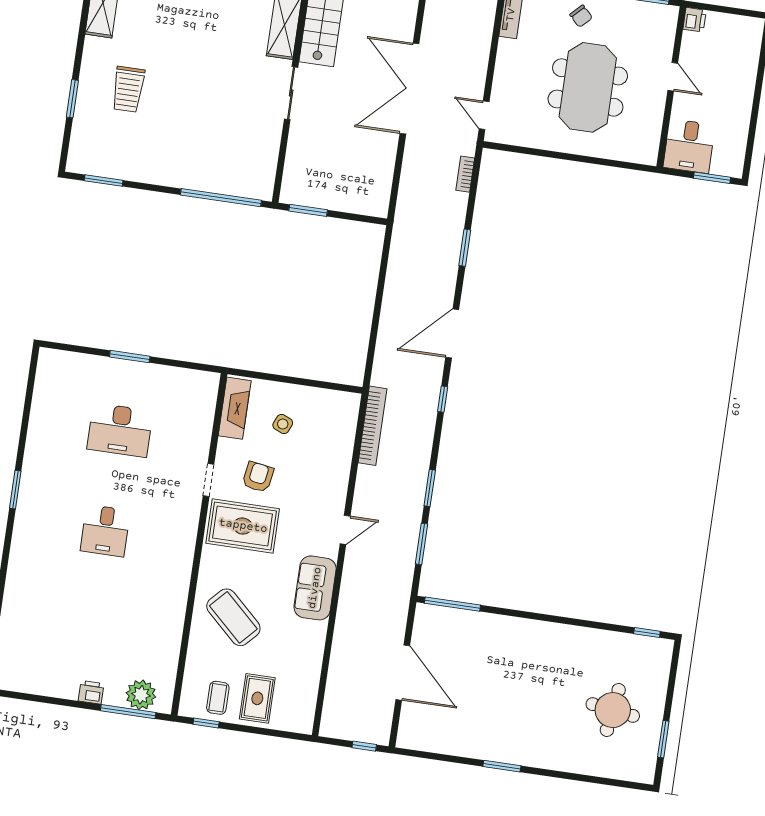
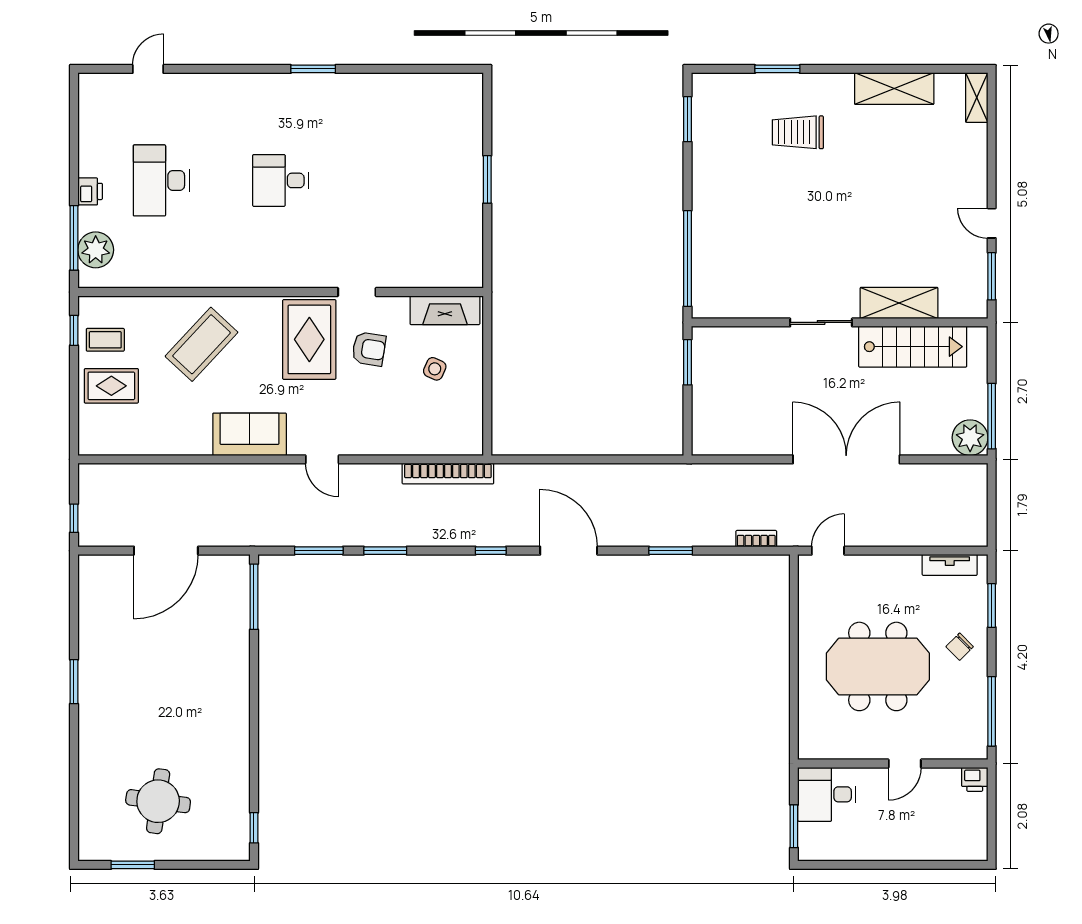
desk: (120, 430) -> (161, 180), moved

